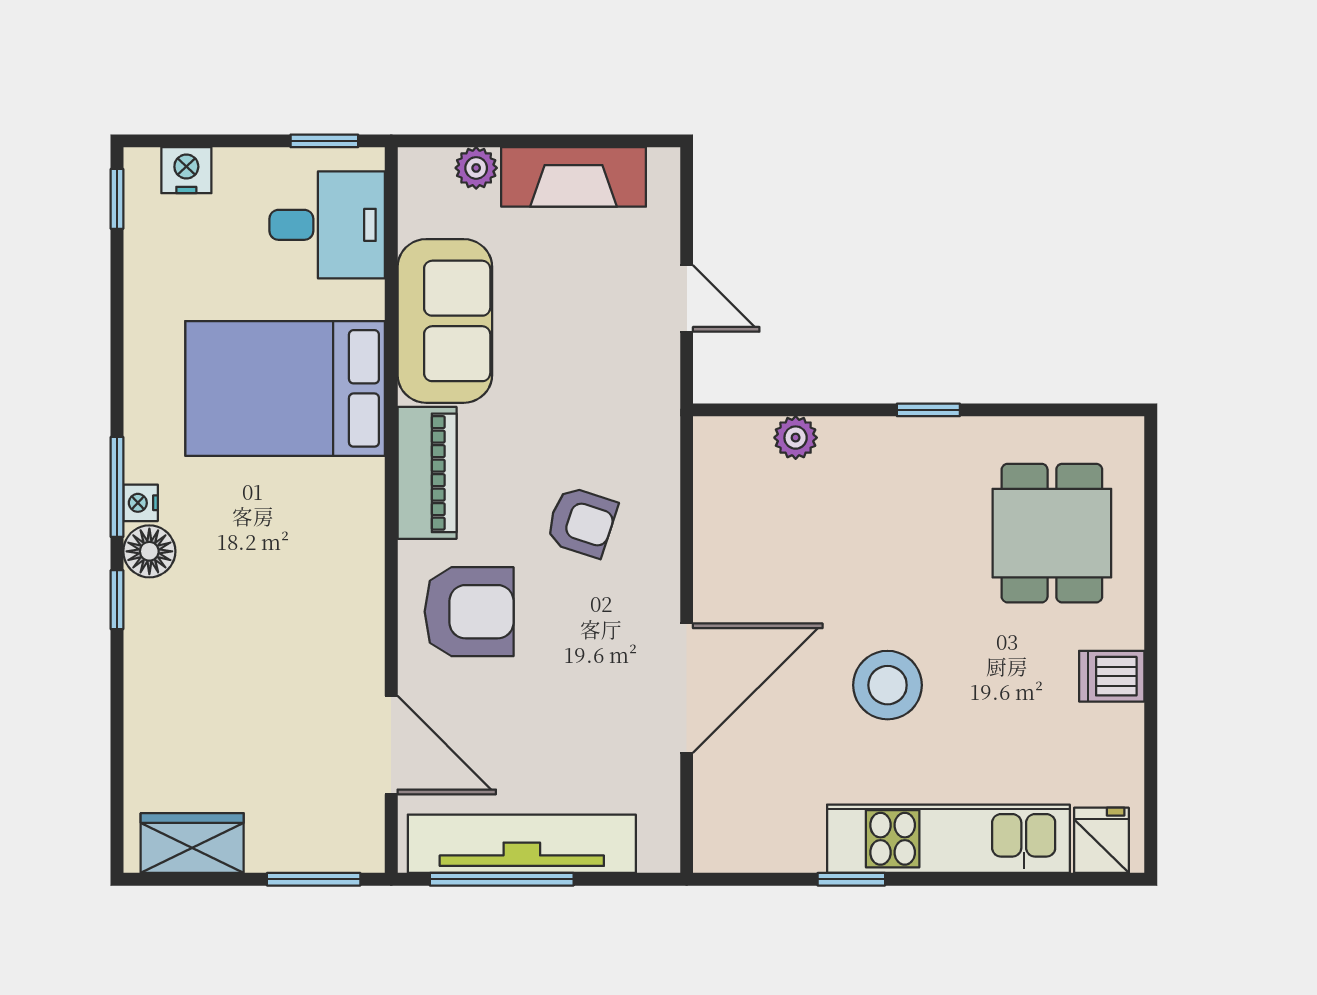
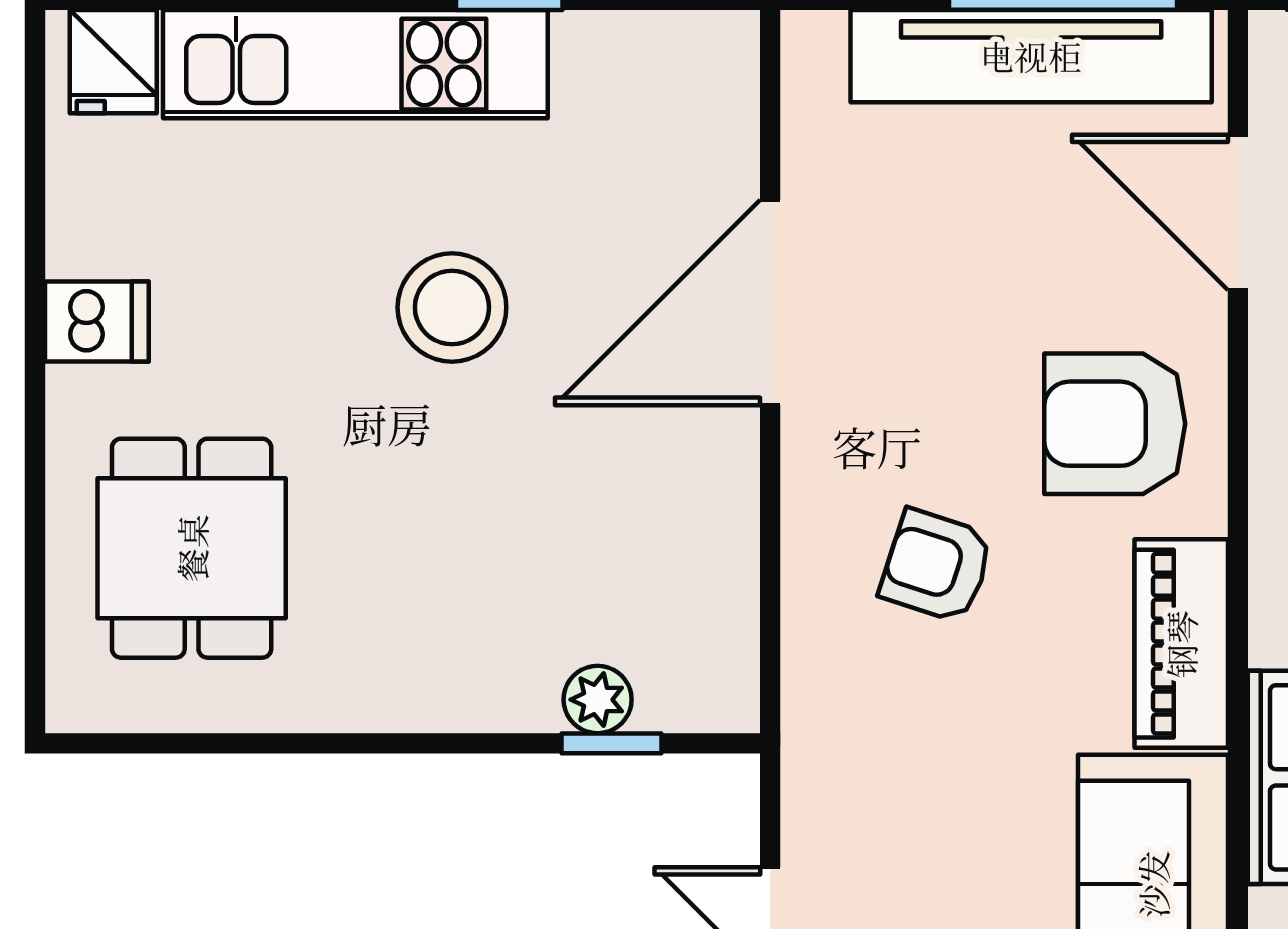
window: (928, 410) -> (612, 743), moved

